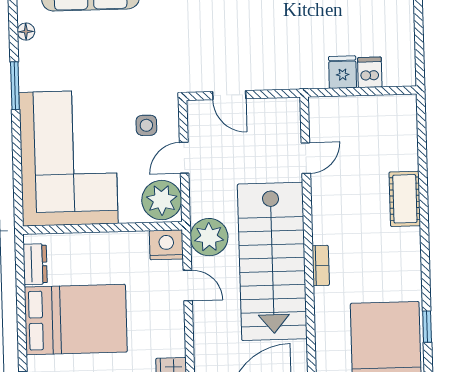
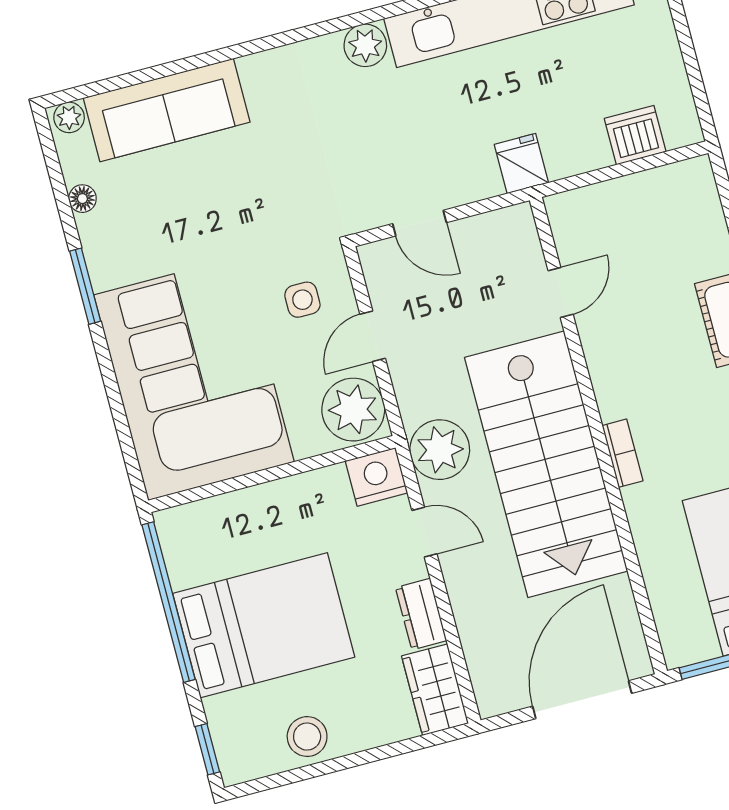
fridge: (343, 72) -> (521, 164), moved
dishwasher: (370, 72) -> (635, 135), width x1.38
dresser: (35, 264) -> (421, 614), moved, turned 180
window: (21, 292) -> (169, 602), added

